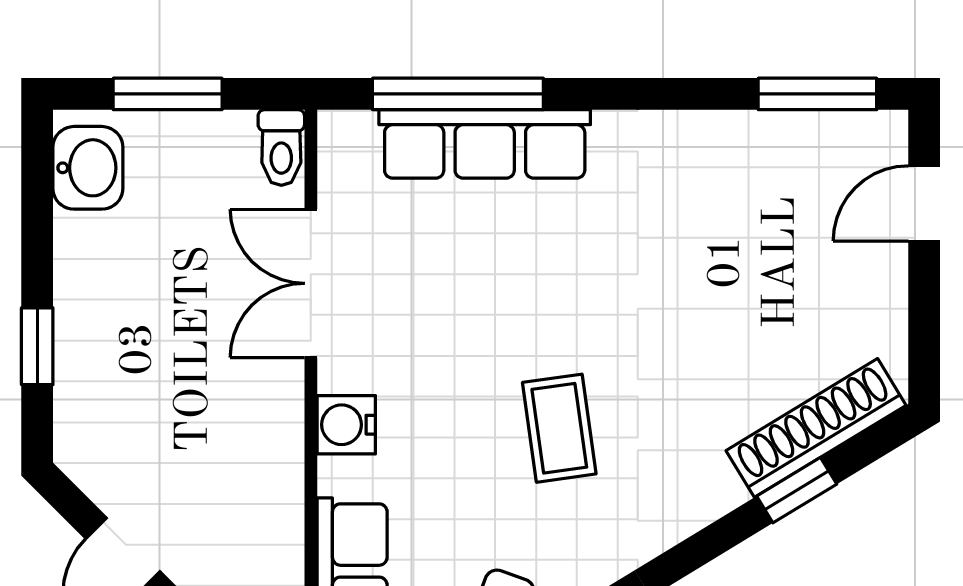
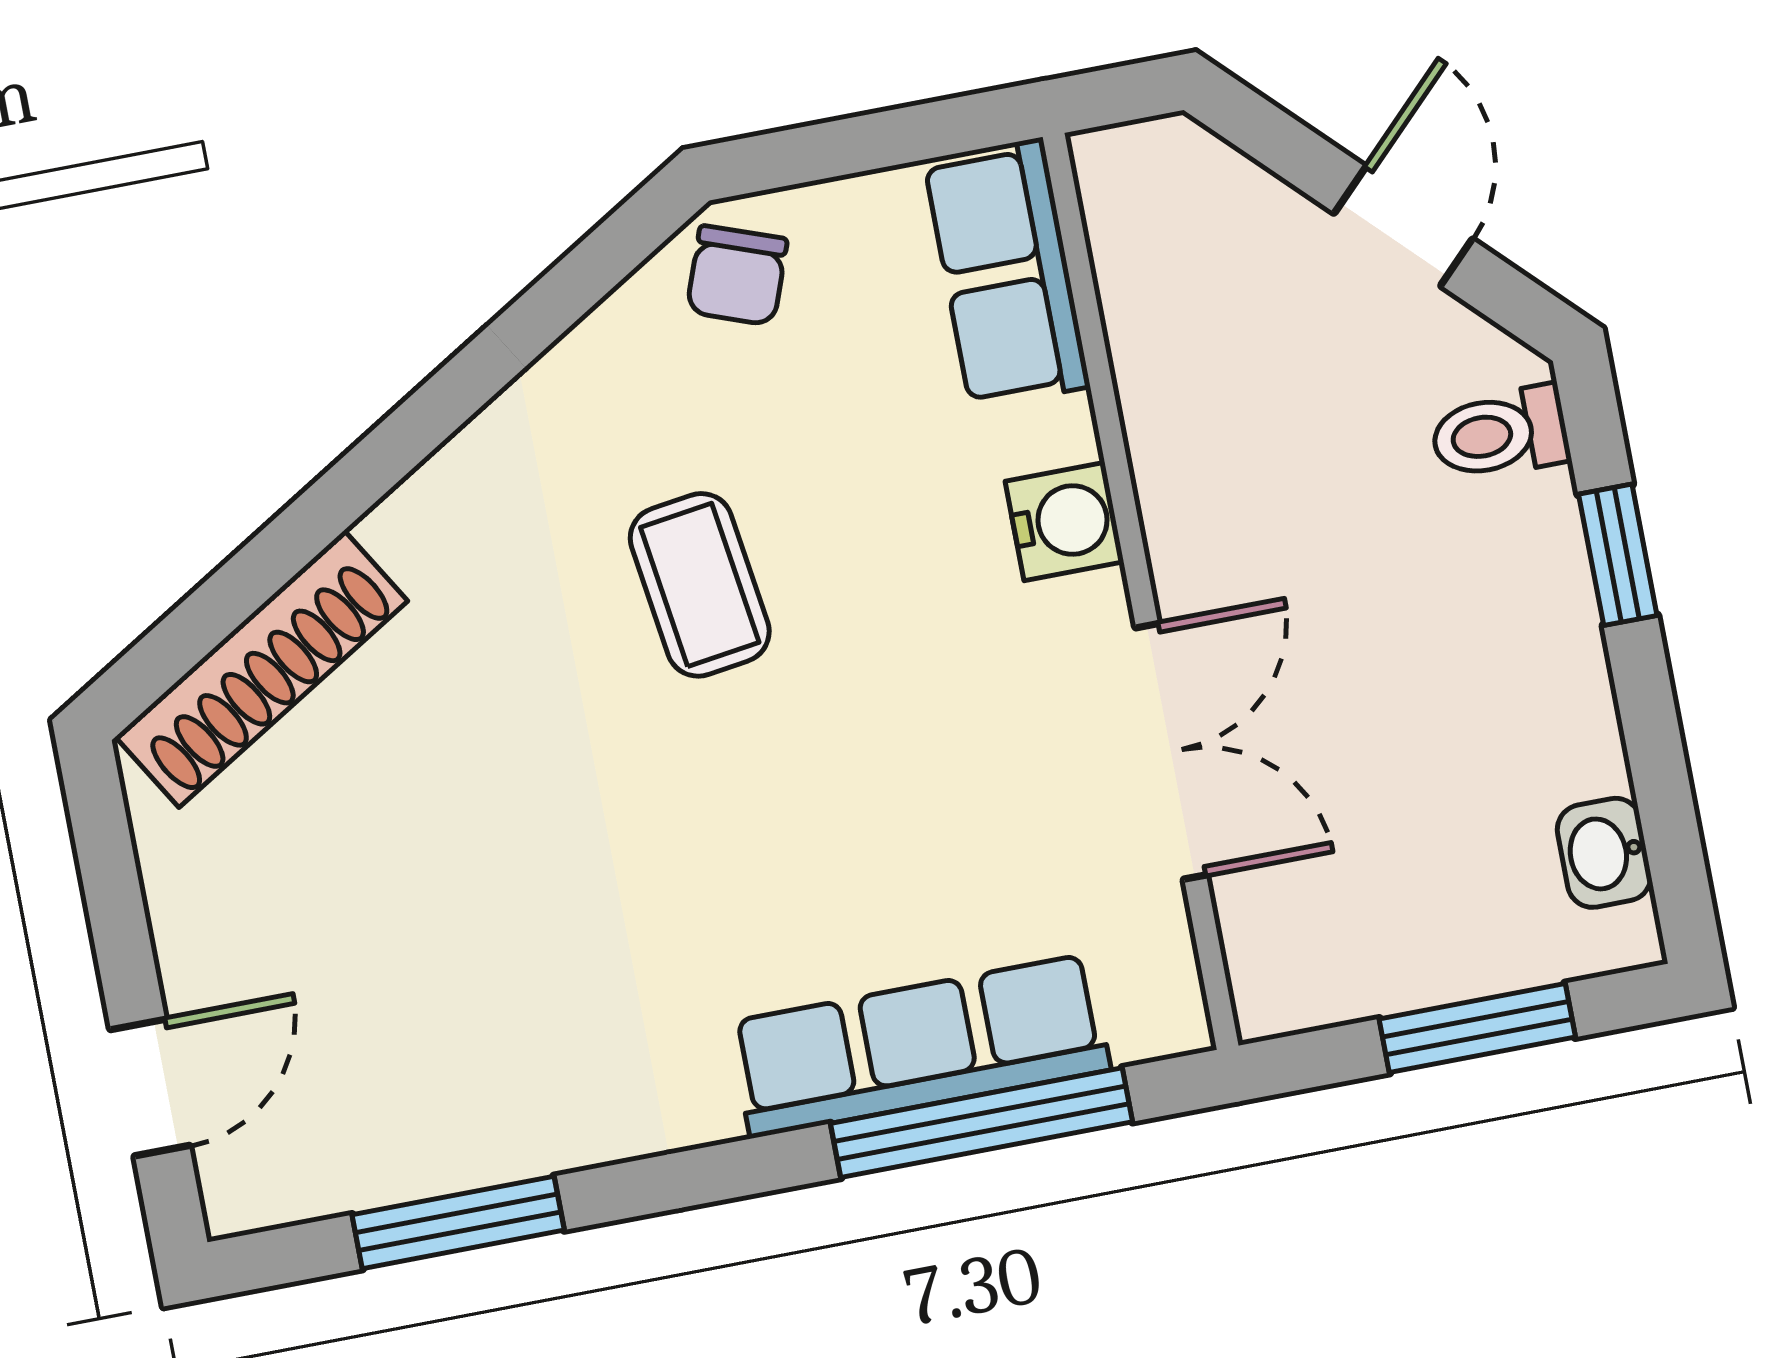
window: (817, 94) -> (458, 1222), moved
toilet: (281, 148) -> (1500, 433), moved, turned -90
washbasin: (88, 168) -> (1604, 853), width x0.72, depth x0.69
window: (797, 490) -> (274, 556), removed

